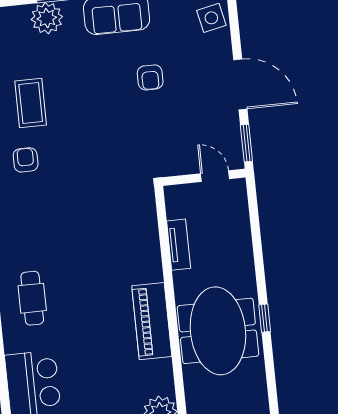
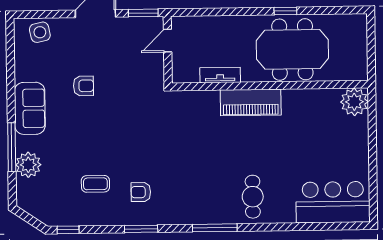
coffee table: (31, 103) -> (95, 184), width x0.73, depth x0.77
cafe table: (32, 298) -> (253, 197), turned 90
piano: (152, 321) -> (251, 102), moved

